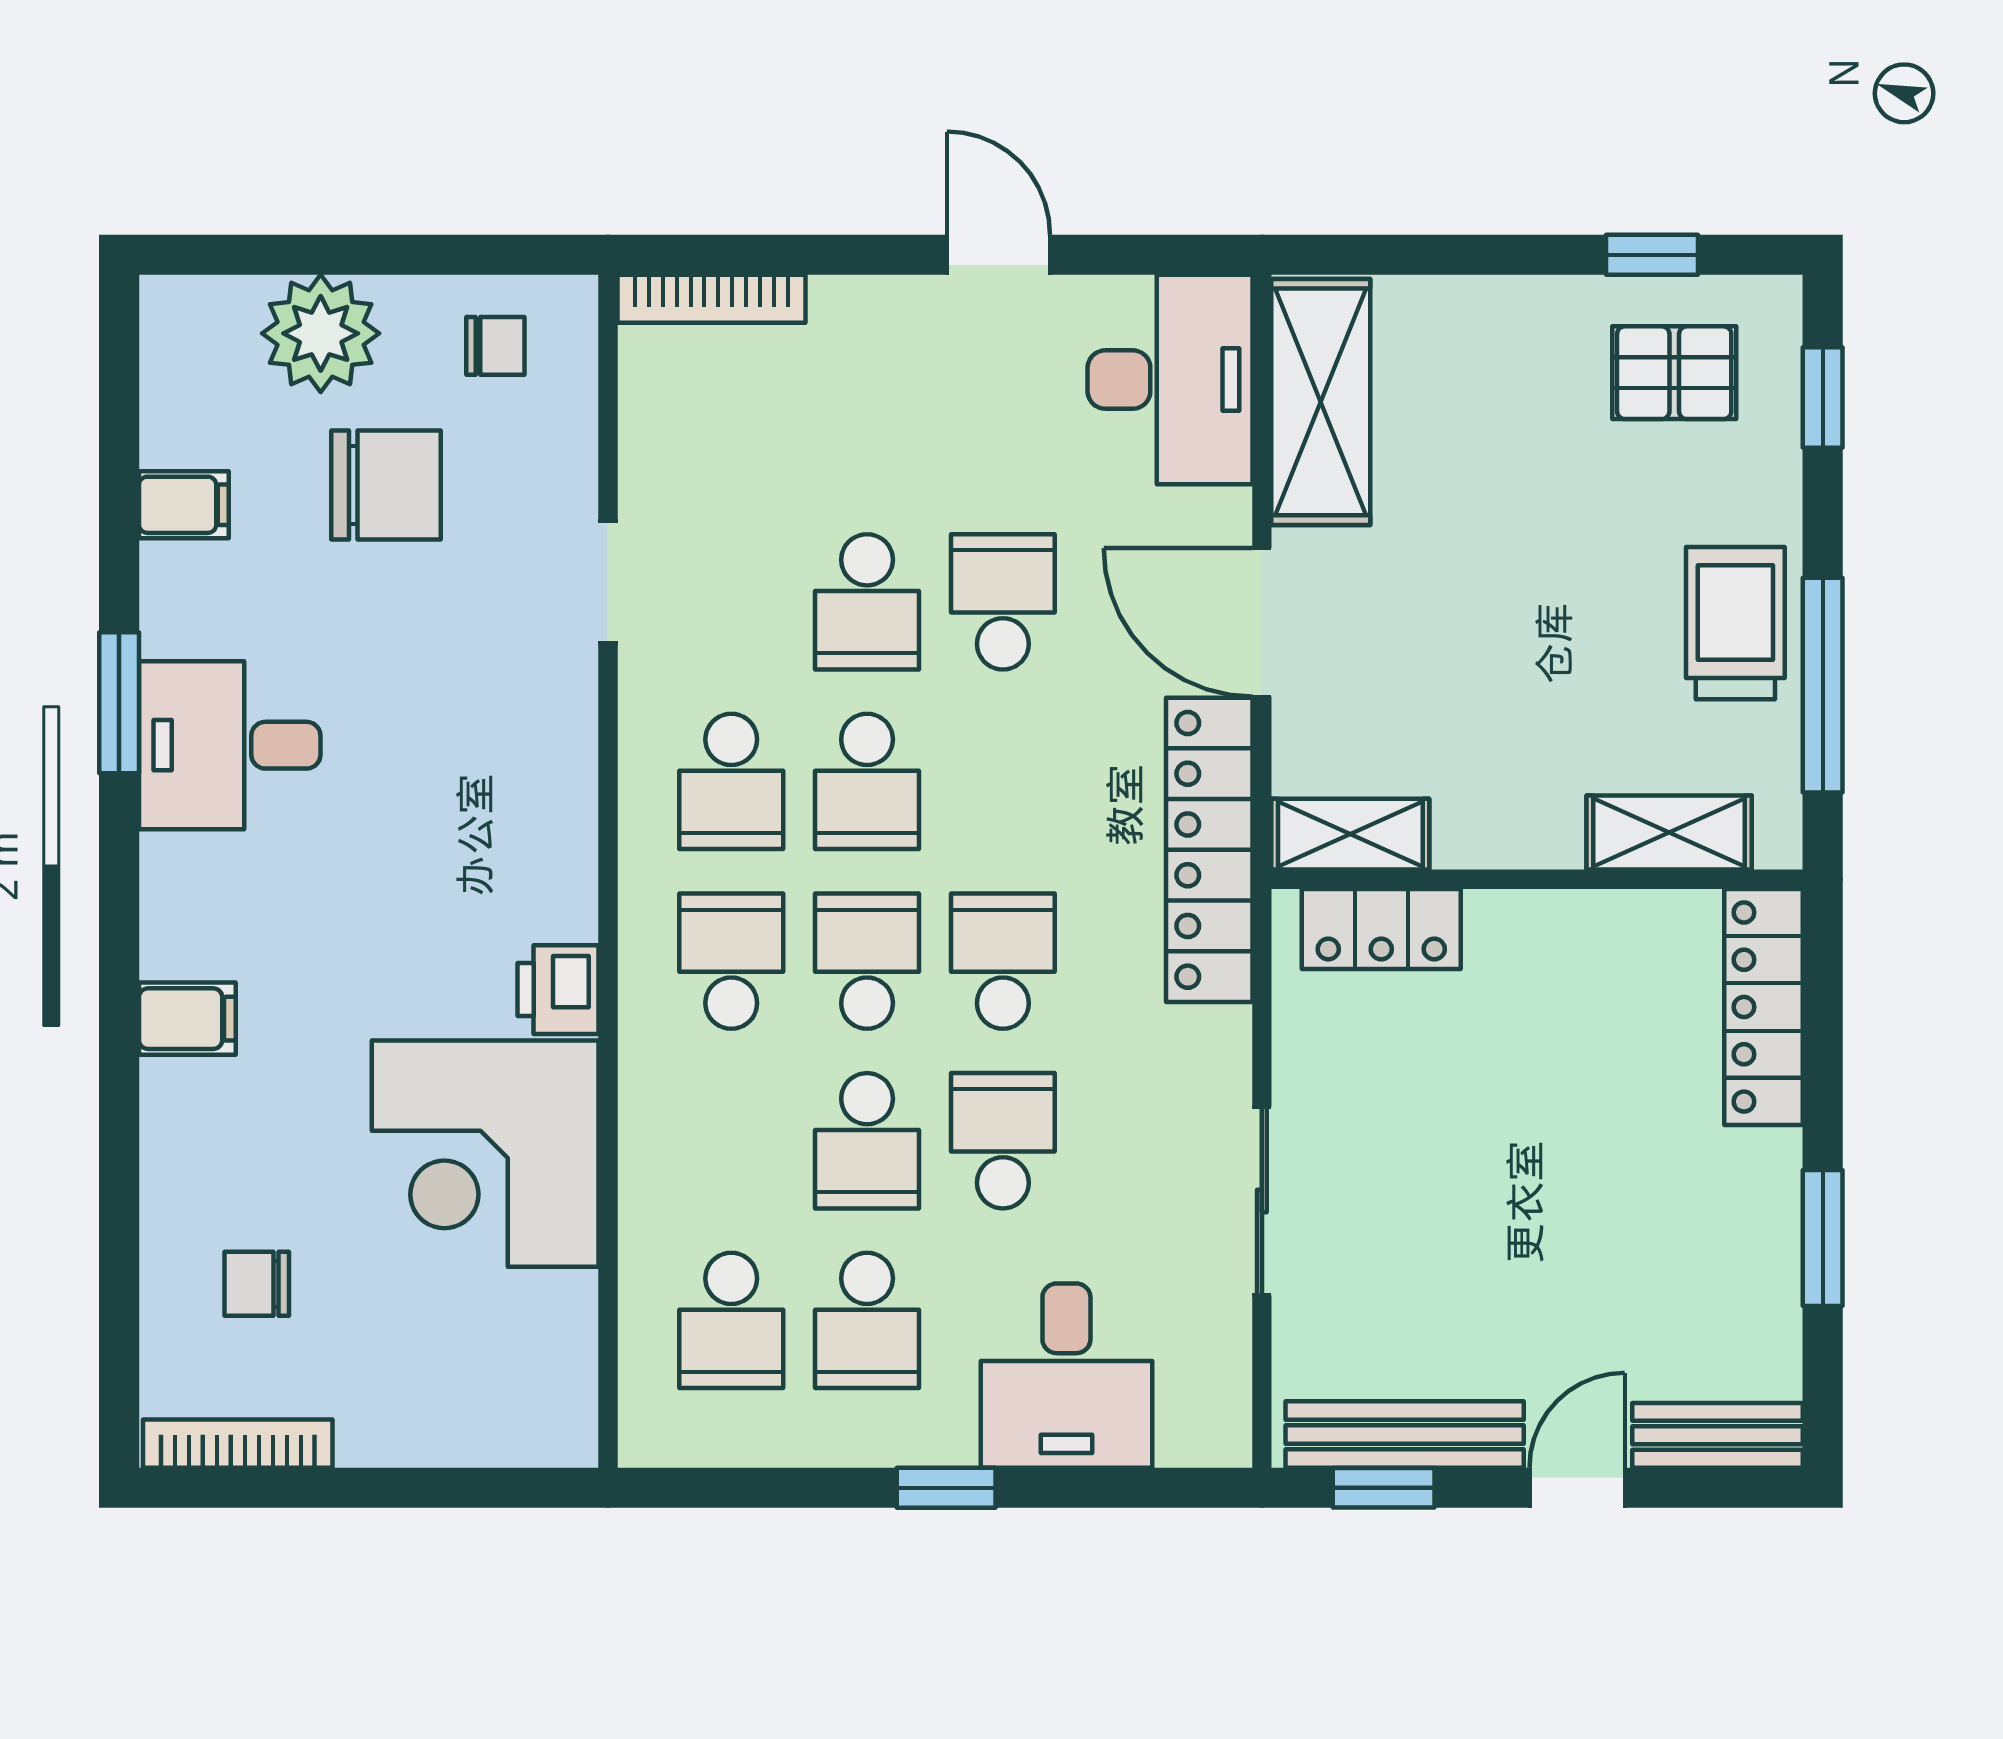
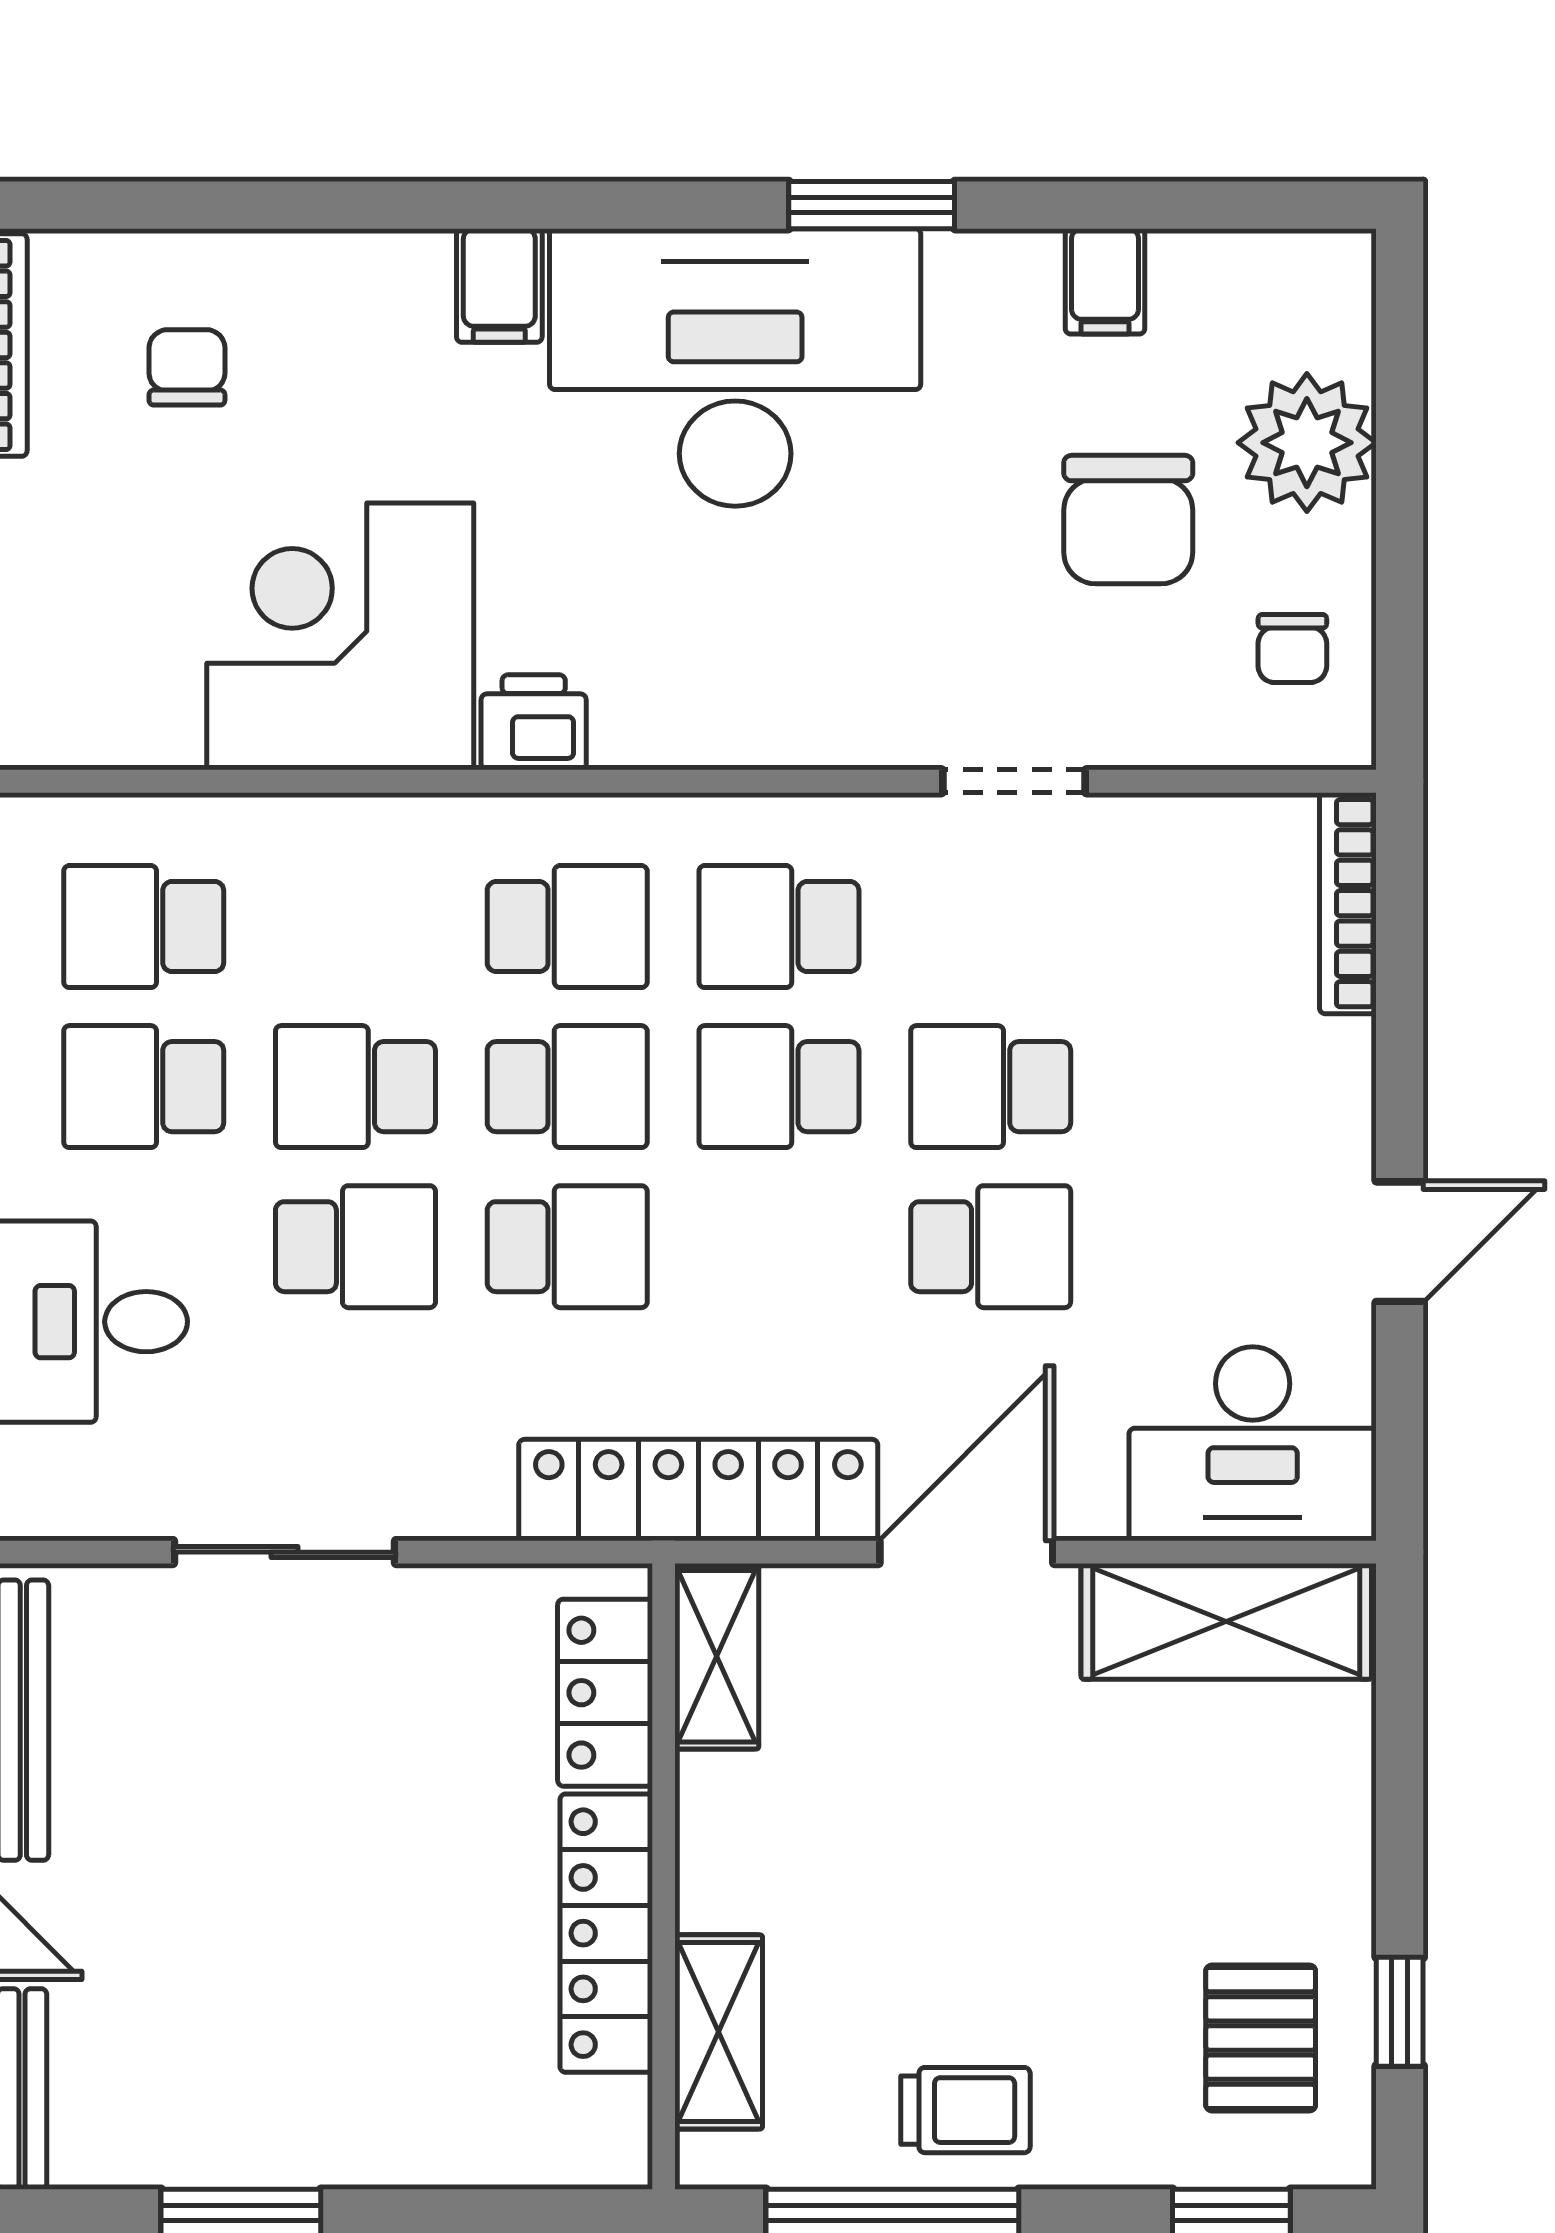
trolley: (1735, 623) -> (966, 2110), width x0.73, depth x0.72
desk: (230, 745) -> (735, 367), width x1.87, depth x1.30
locker: (1764, 1007) -> (606, 1933), moved, turned -90

